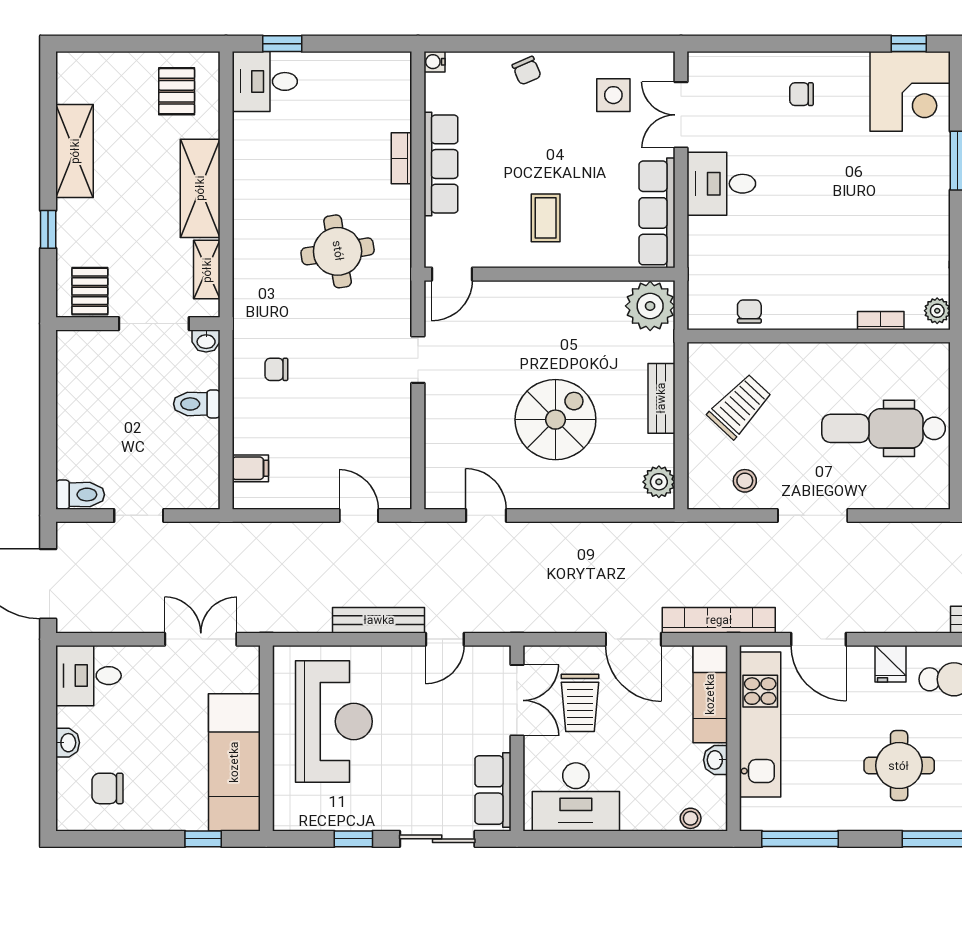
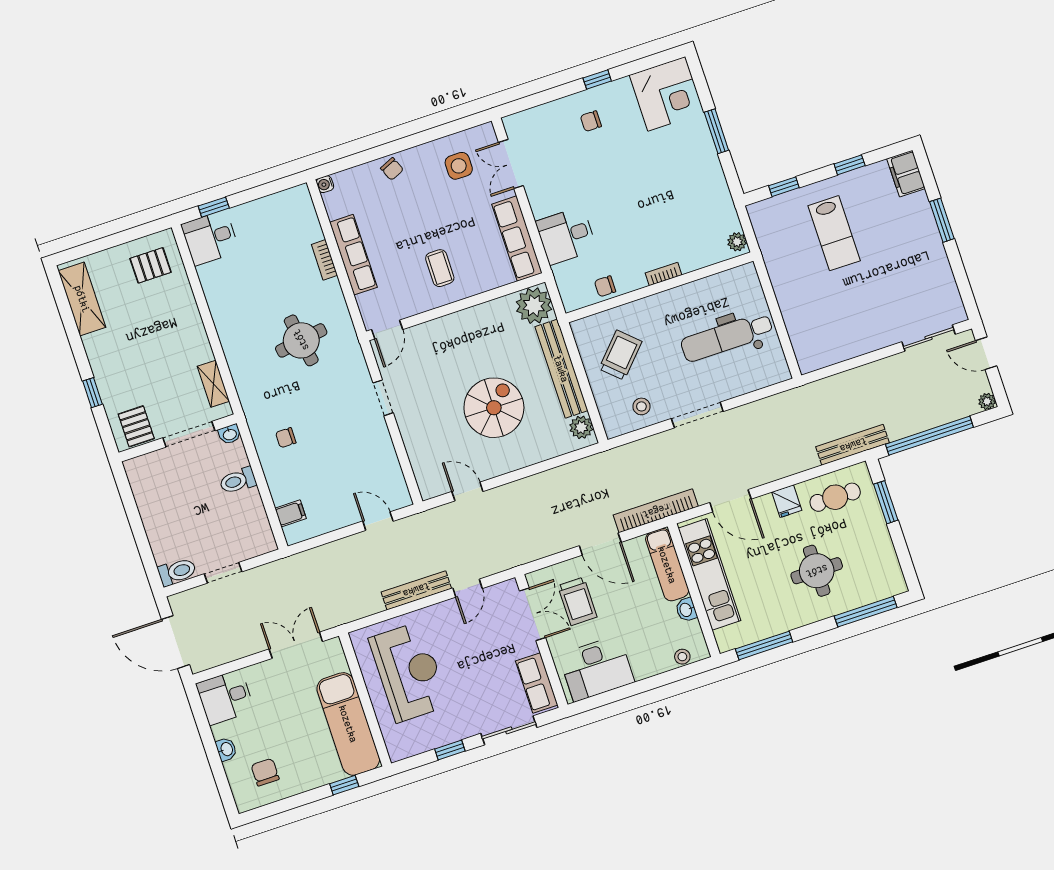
window: (909, 44) -> (597, 80), moved
pallet: (177, 91) -> (151, 265), turned 90
shelving: (75, 151) -> (82, 299), moved
desk: (721, 184) -> (566, 236), moved
shelving: (200, 188) -> (190, 328), removed
chair: (749, 312) -> (605, 286), turned -90
bookcase: (881, 321) -> (664, 274), moved
bench: (661, 398) -> (561, 369), width x1.86, depth x1.21
chair: (107, 788) -> (265, 772), turned 90

